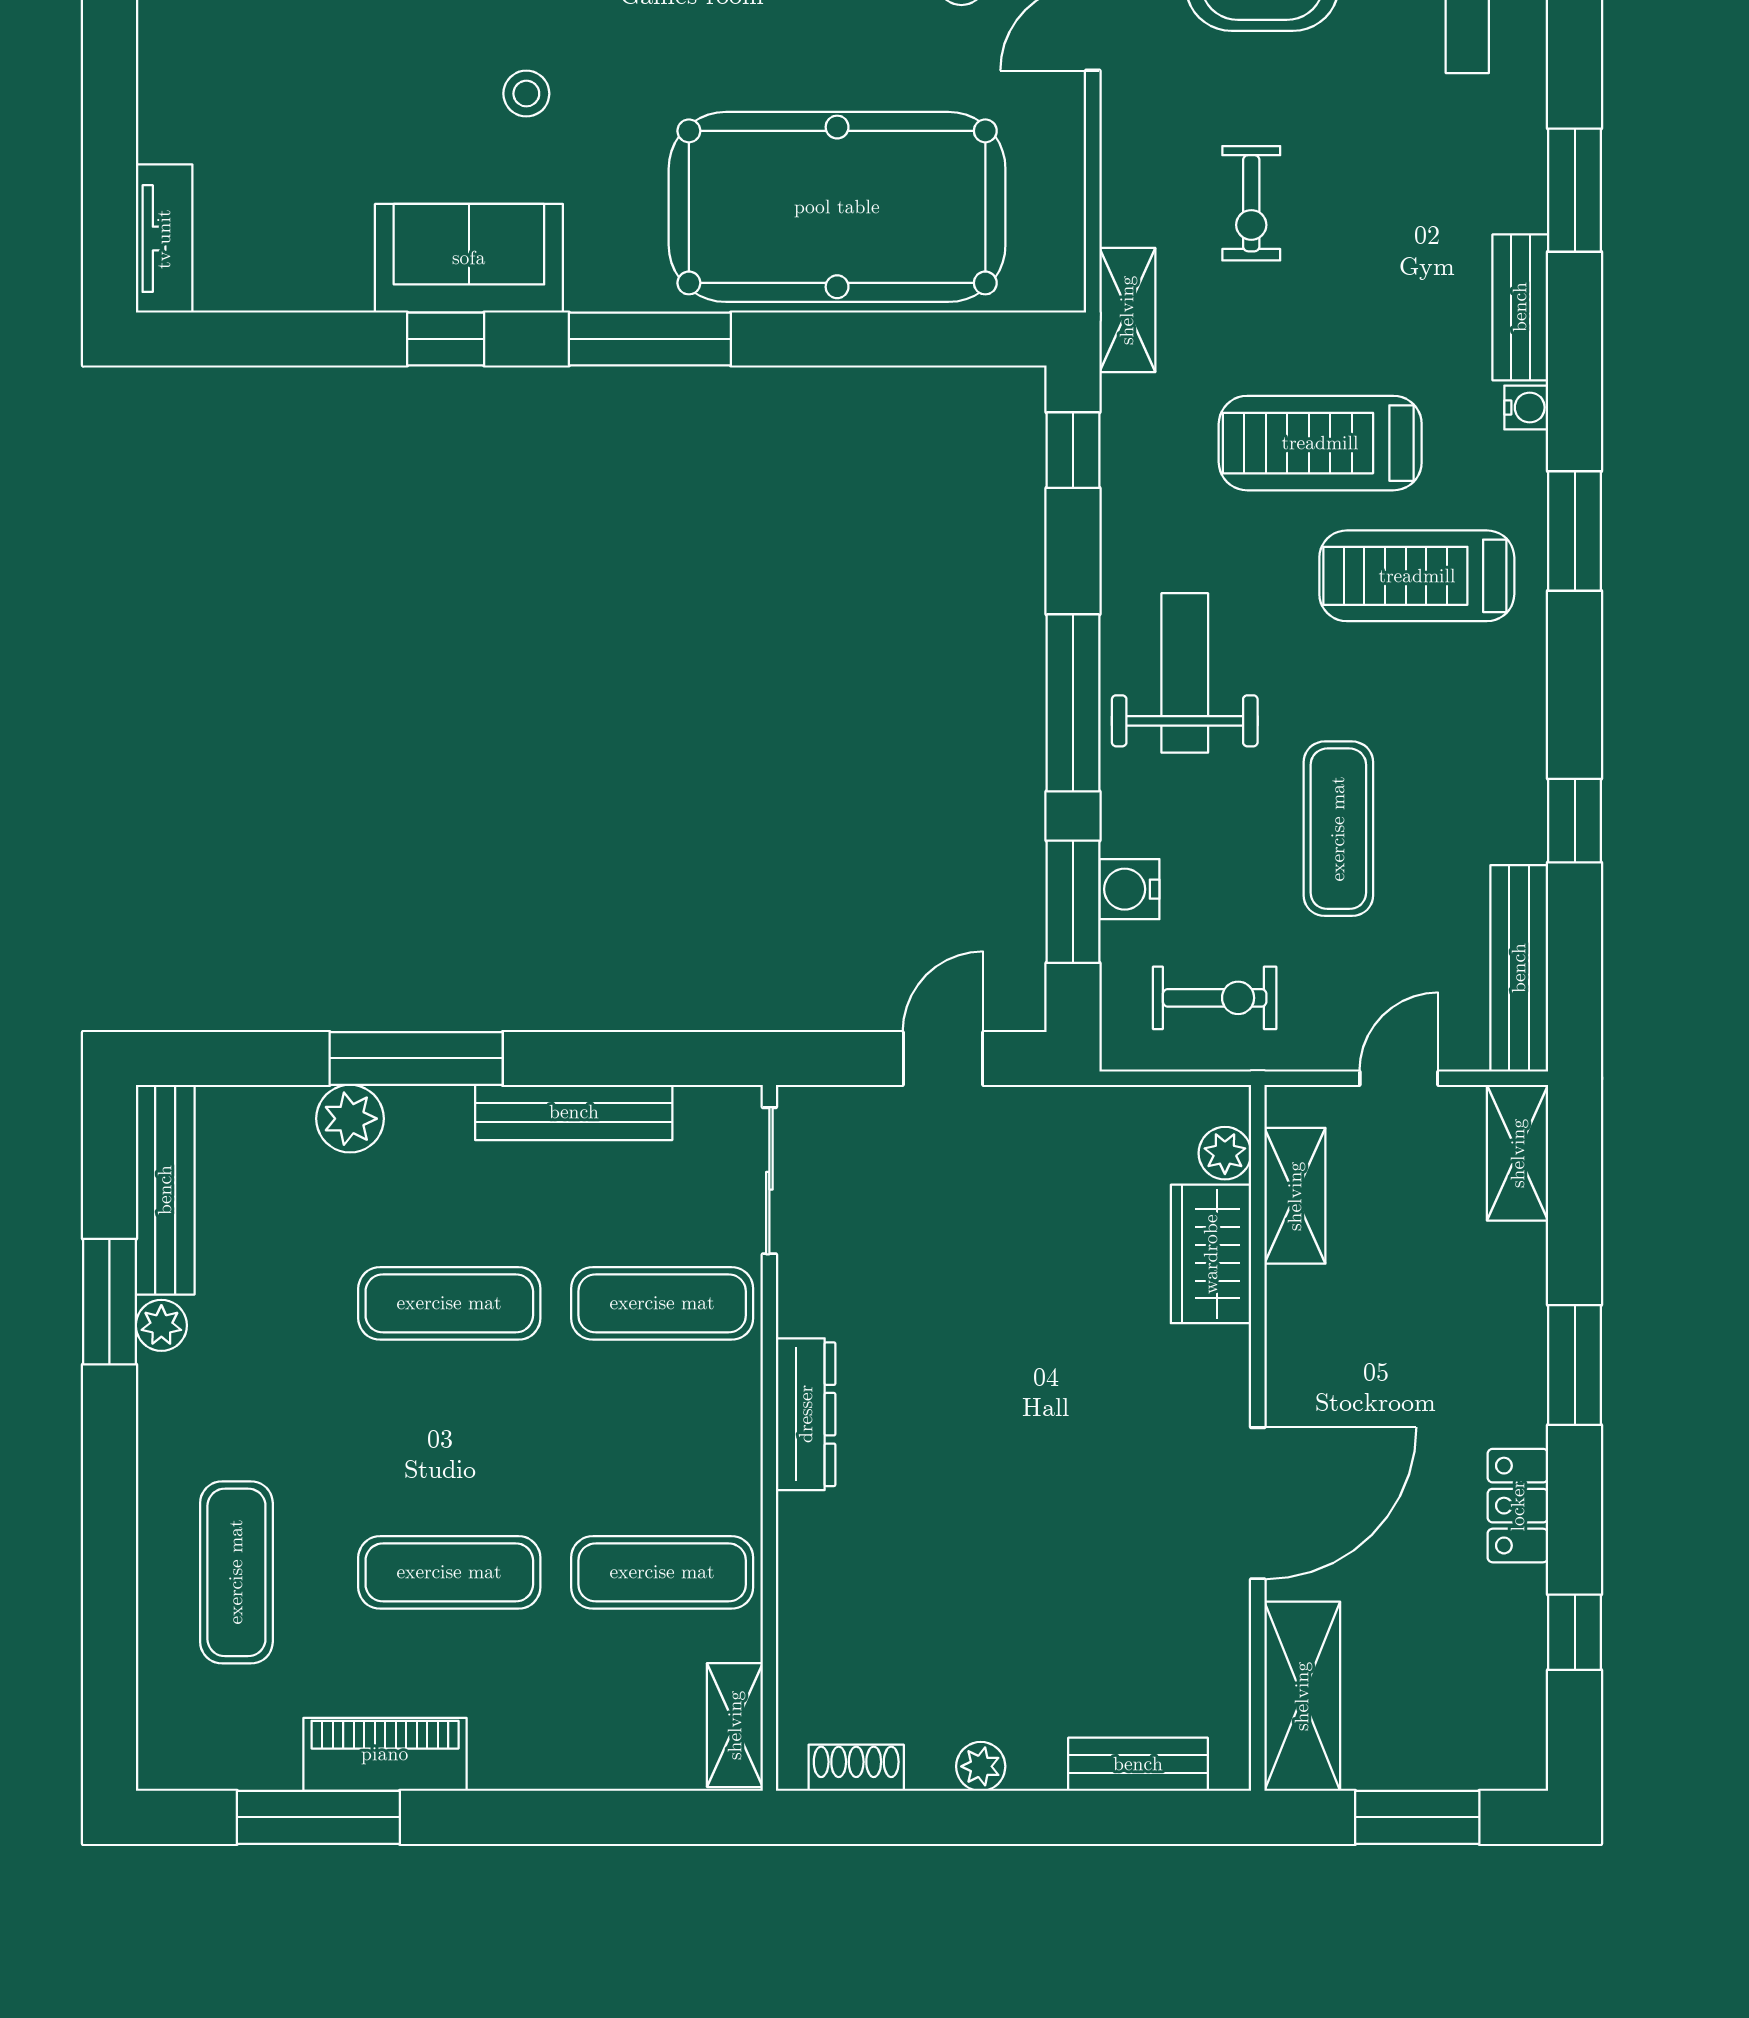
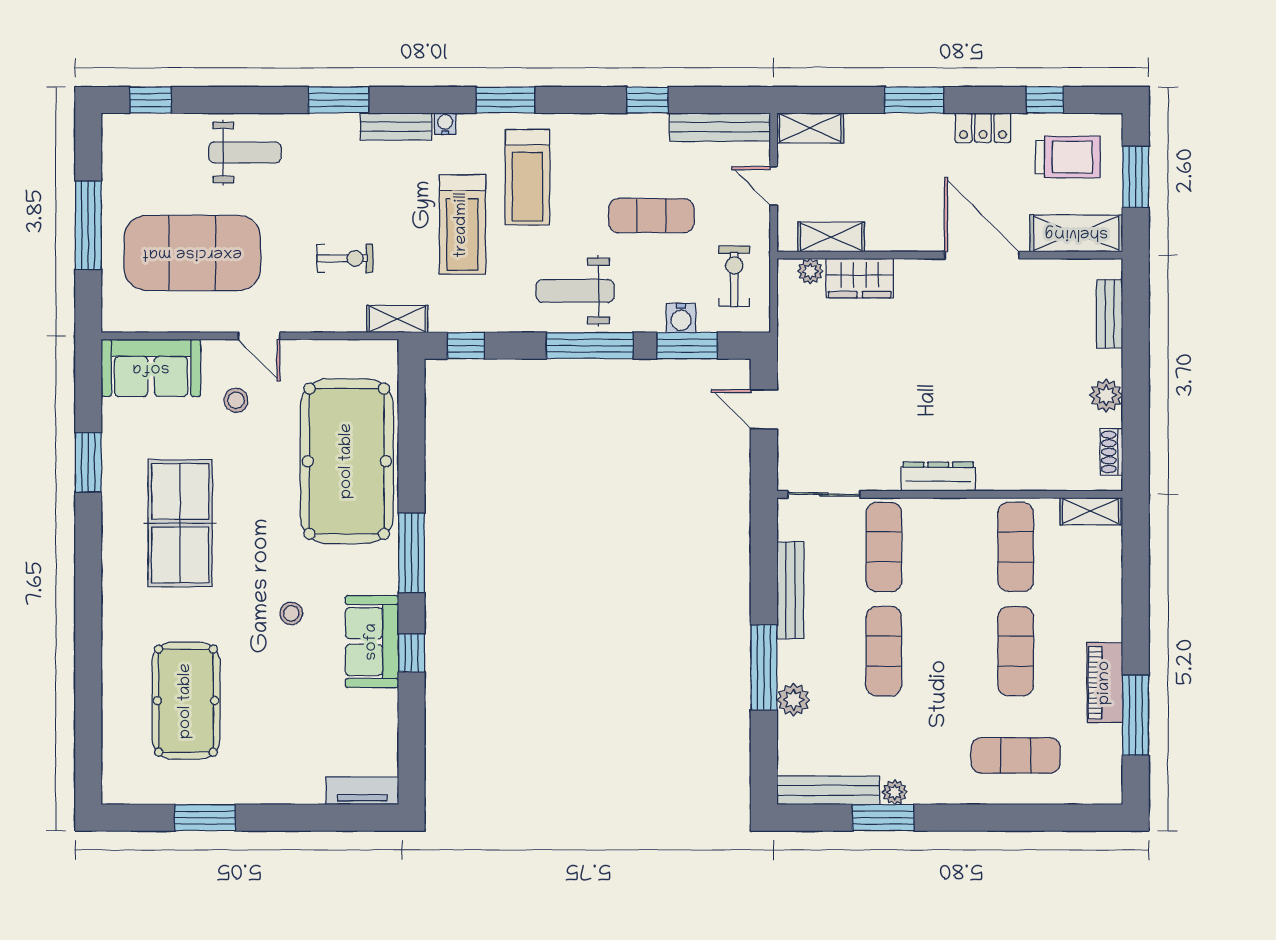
trolley: (1458, 1679) -> (1068, 157), added
plant: (981, 1766) -> (1106, 395), width x1.38, depth x1.38

